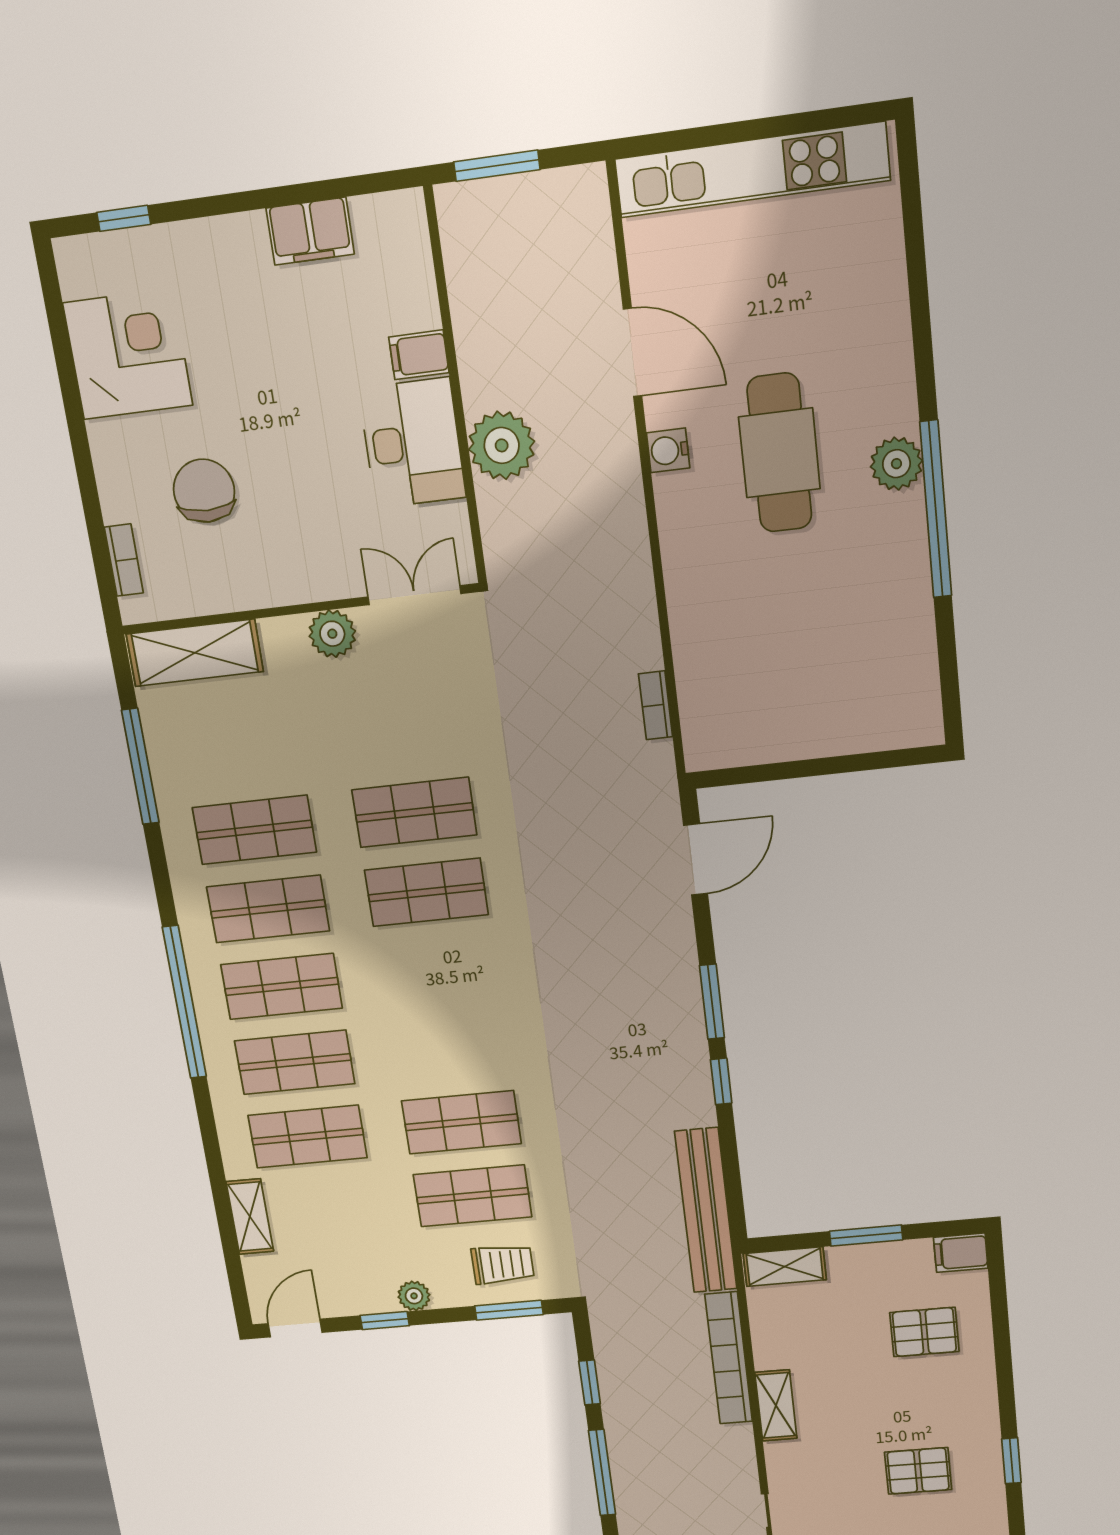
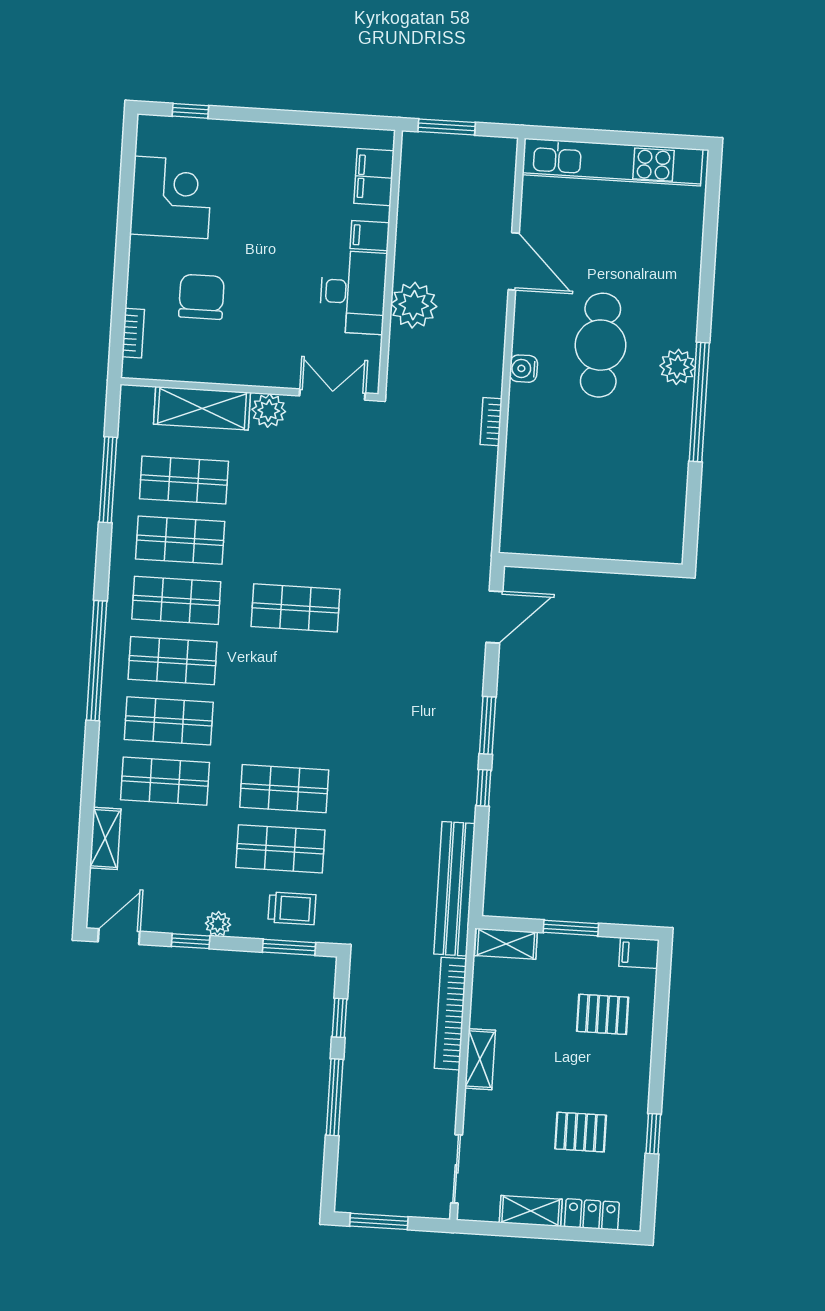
filing cabinet: (310, 231) -> (374, 177), moved, turned 90
water cooler: (668, 450) -> (524, 369), moved
shelving: (195, 653) -> (202, 408), moved
bookcase: (656, 705) -> (491, 422), moved
shop shelf: (414, 812) -> (184, 480), moved

